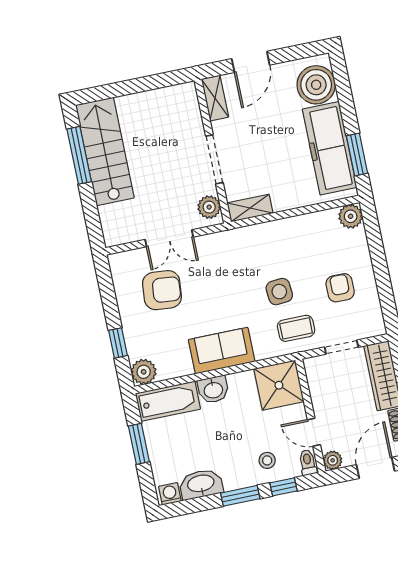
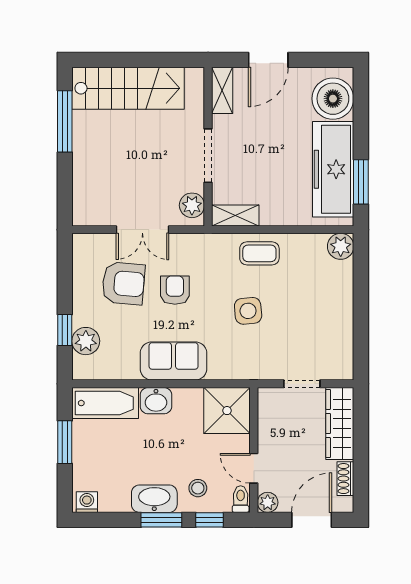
stairs: (105, 151) -> (128, 88), moved, turned 90
armchair: (340, 288) -> (175, 290), moved
coffee table: (296, 328) -> (259, 253), moved
plant: (144, 372) -> (86, 341), moved
washbasin: (201, 484) -> (154, 499), moved

